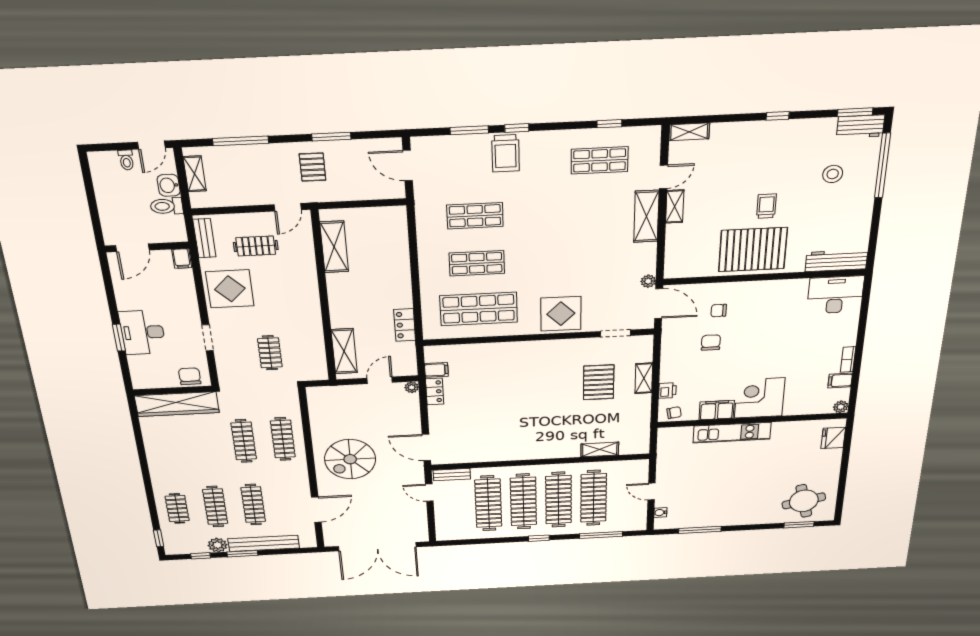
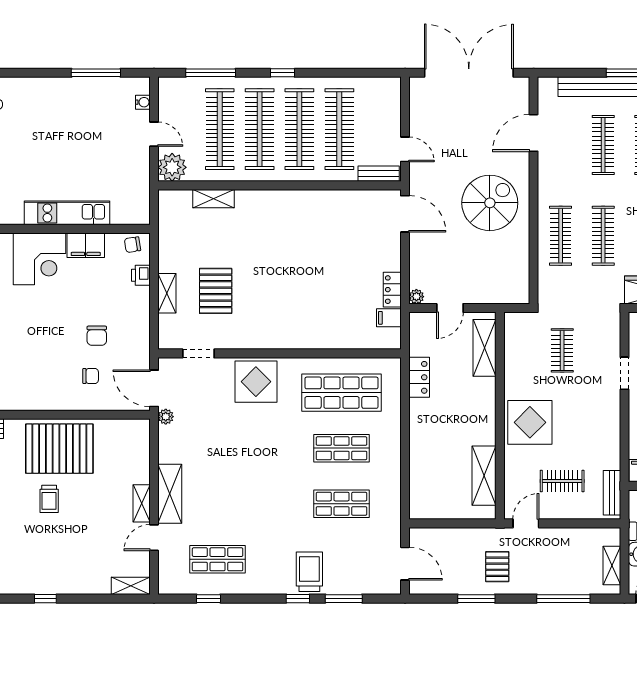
display table: (230, 289) -> (530, 422), moved
plant: (636, 470) -> (172, 167), added

